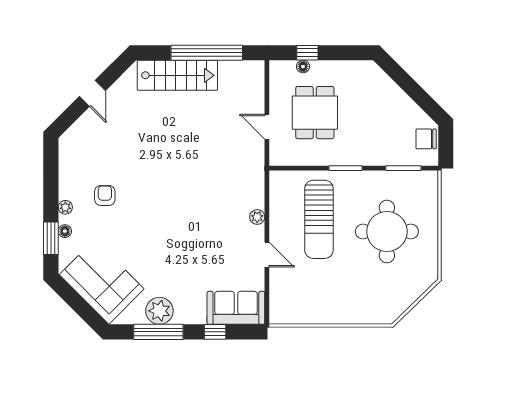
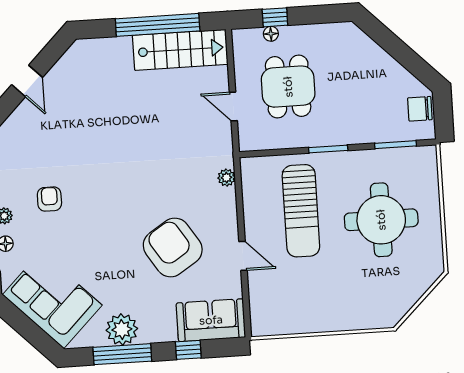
stairs: (177, 75) -> (180, 50), moved
plant: (257, 217) -> (226, 178), moved
armchair: (207, 244) -> (173, 247), added

